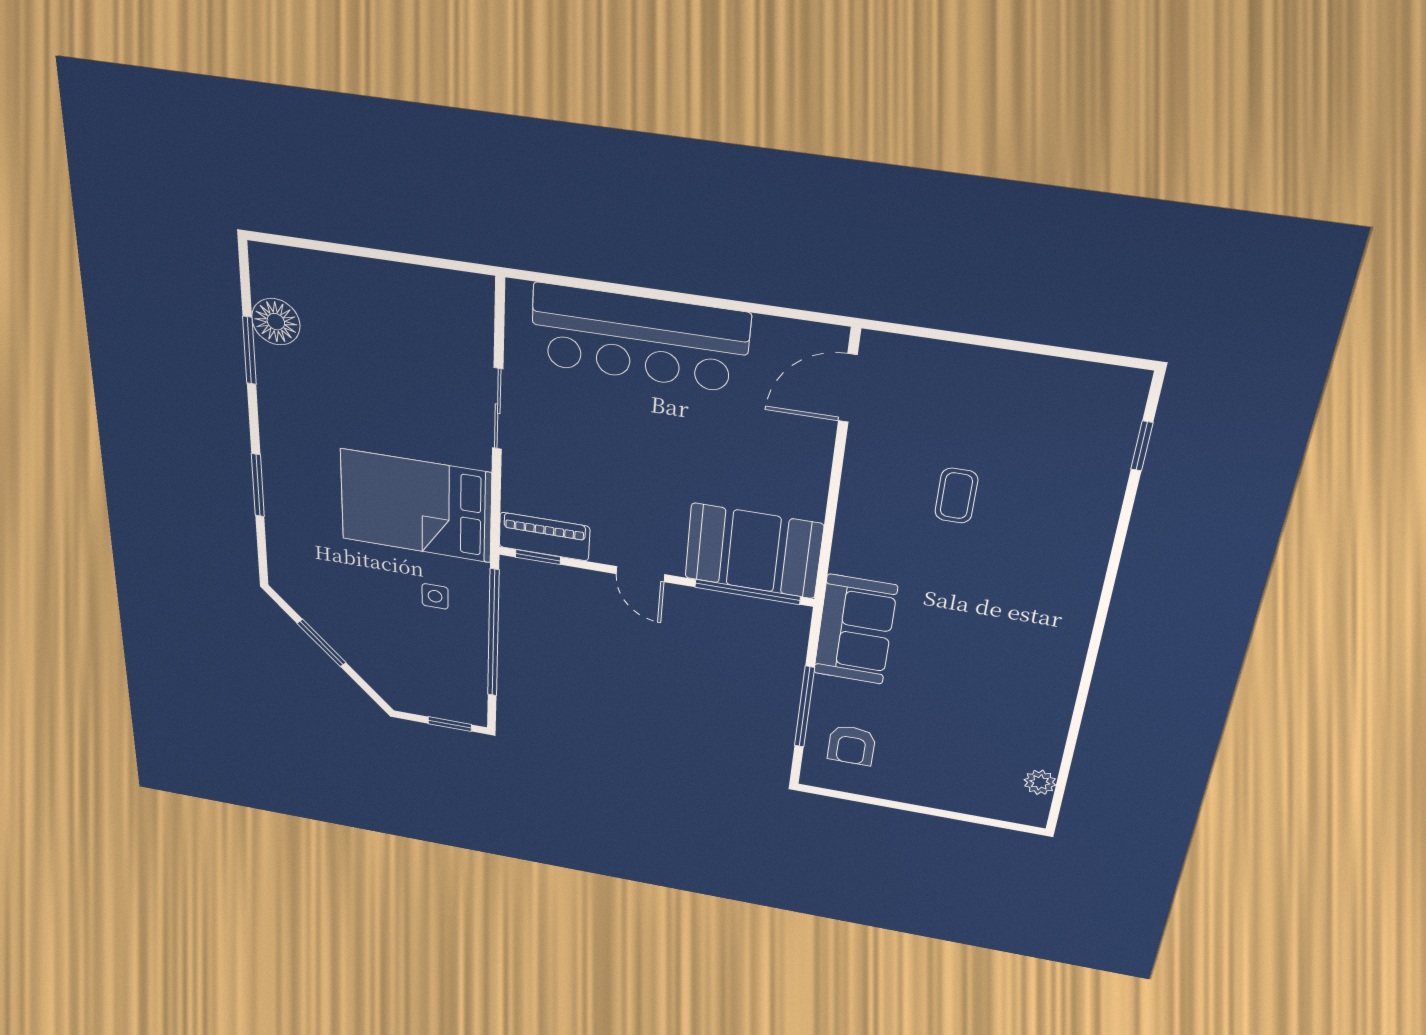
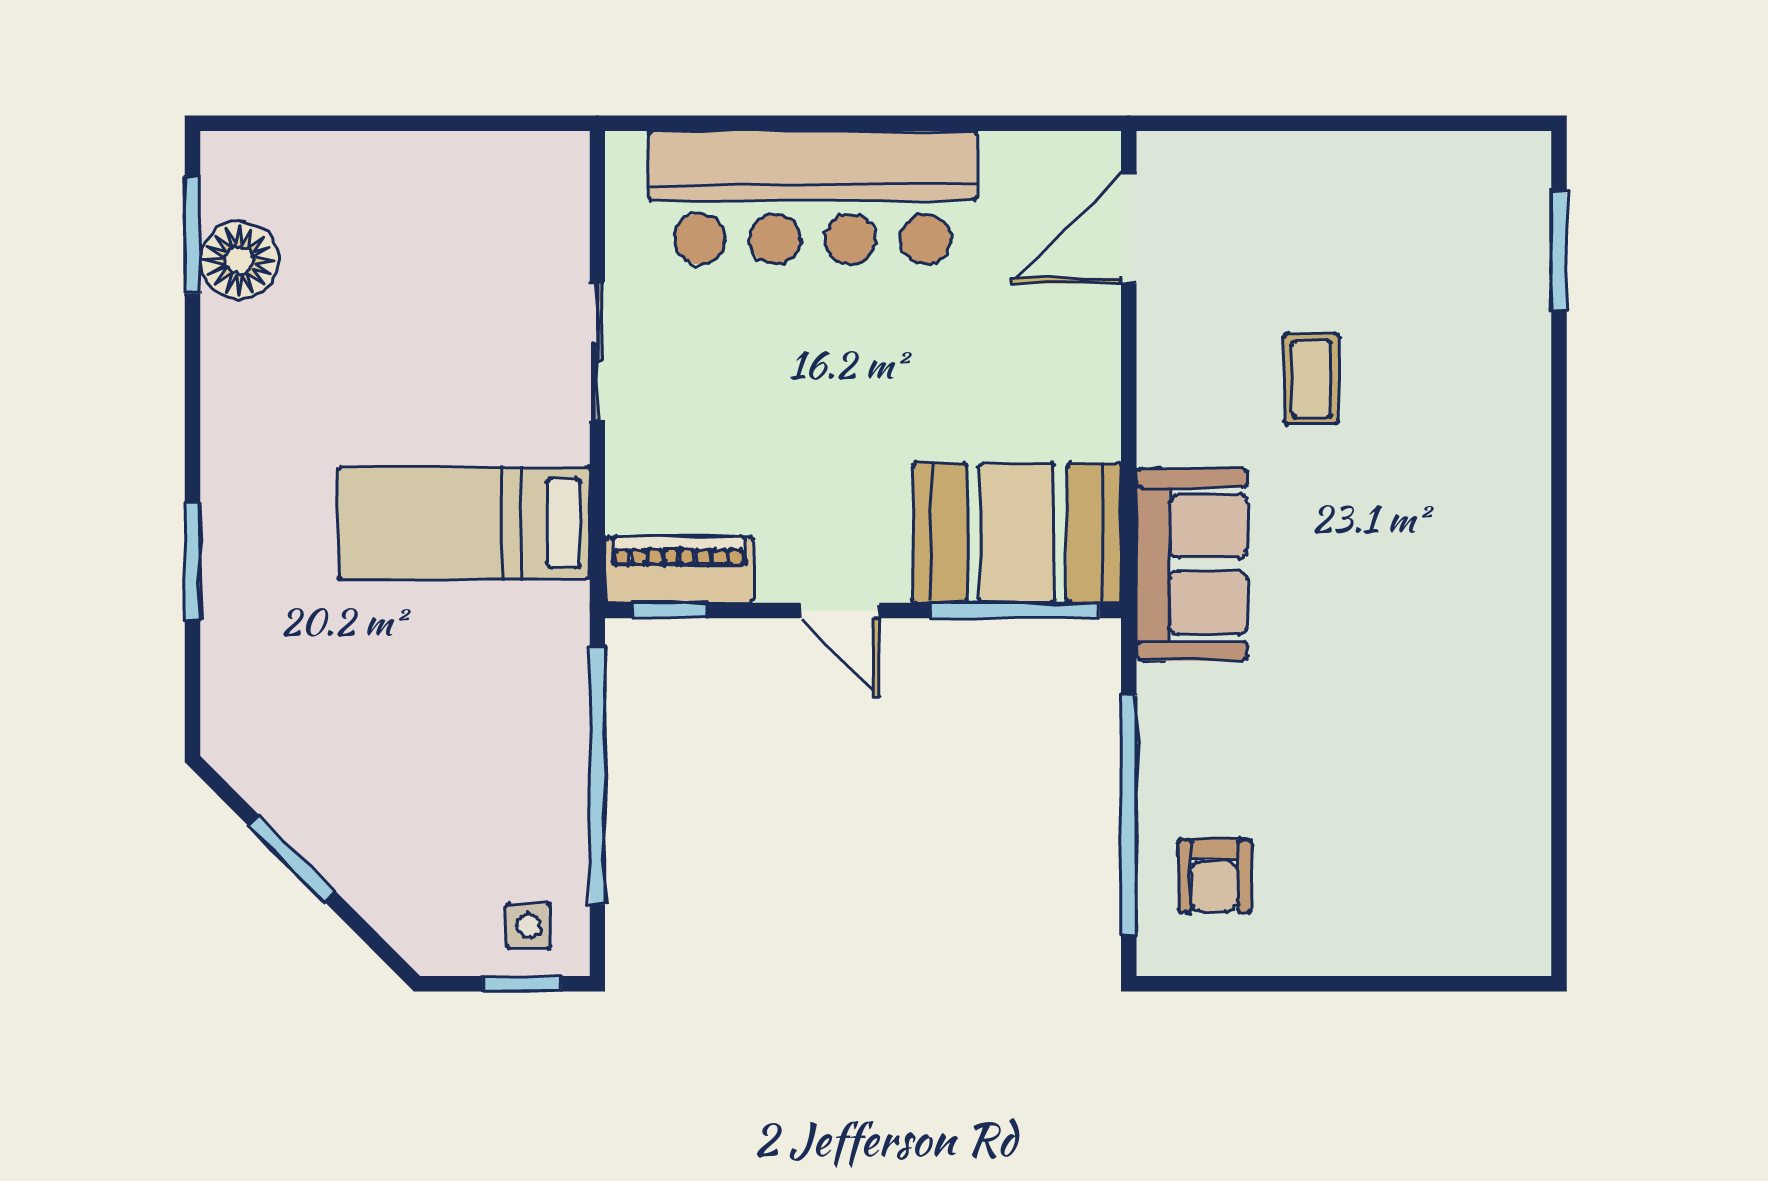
window: (249, 350) -> (192, 235), moved
window: (1142, 446) -> (1559, 251), width x1.50
bed: (416, 506) -> (464, 523), width x0.67
side table: (435, 596) -> (528, 926), moved
sofa: (855, 630) -> (1192, 564), moved
window: (804, 707) -> (1129, 815), width x1.46
plant: (1040, 782) -> (1525, 883), removed

